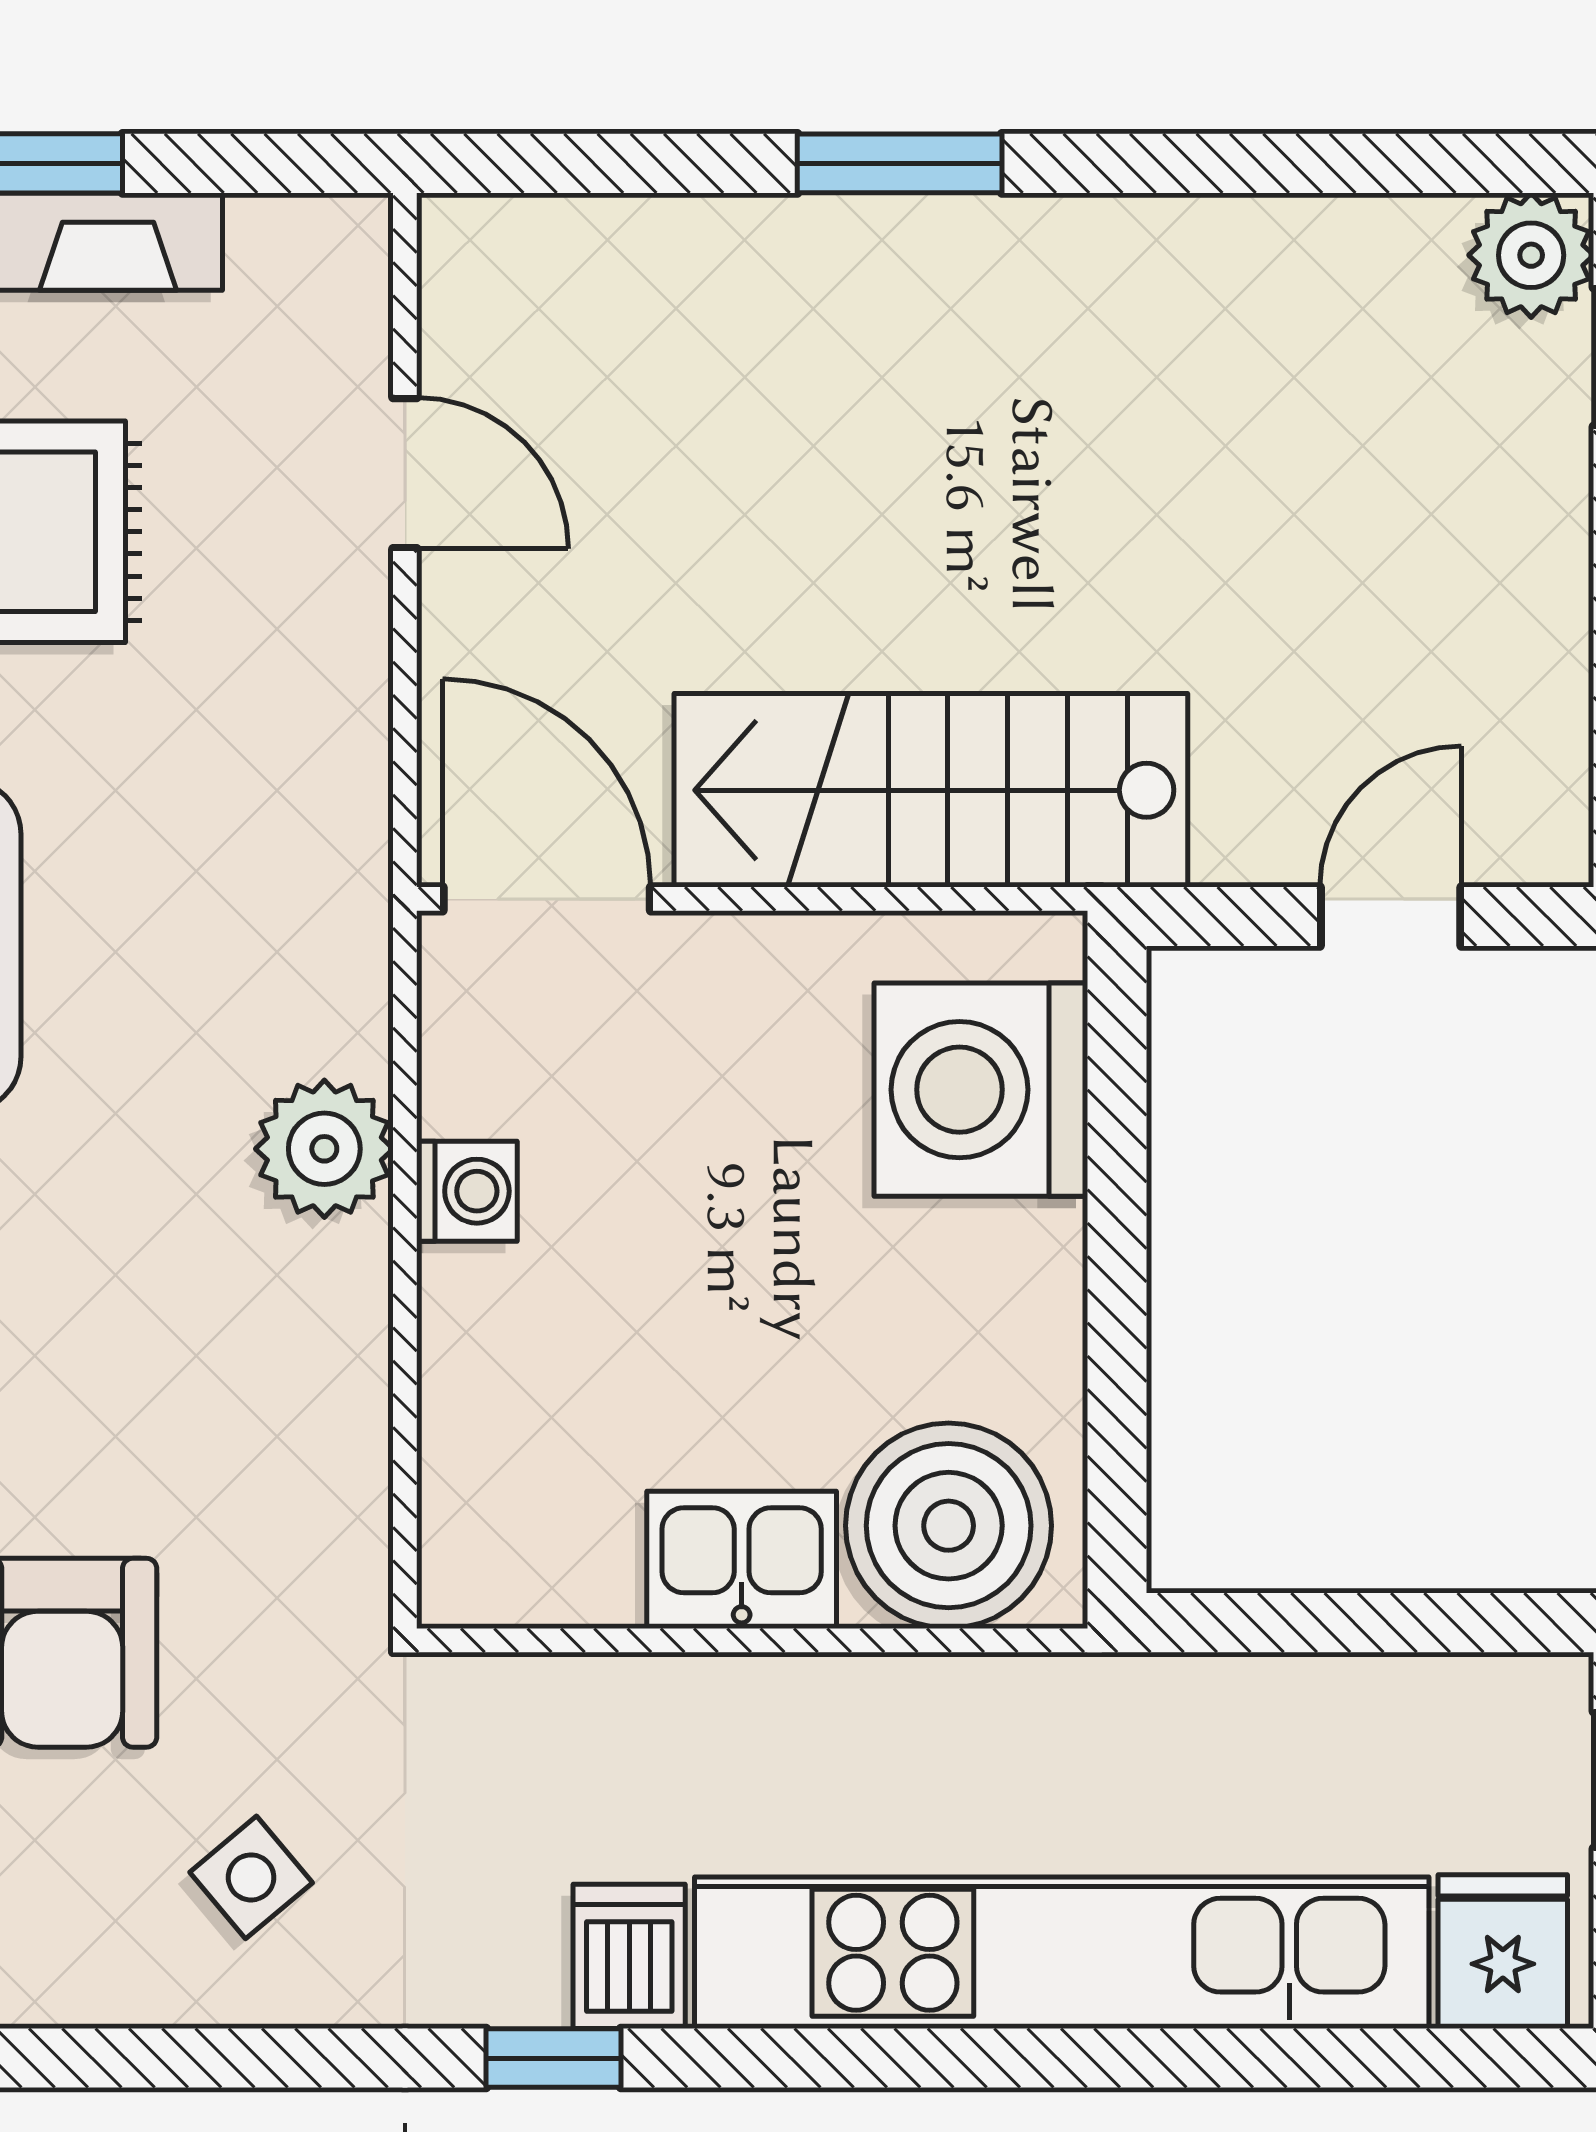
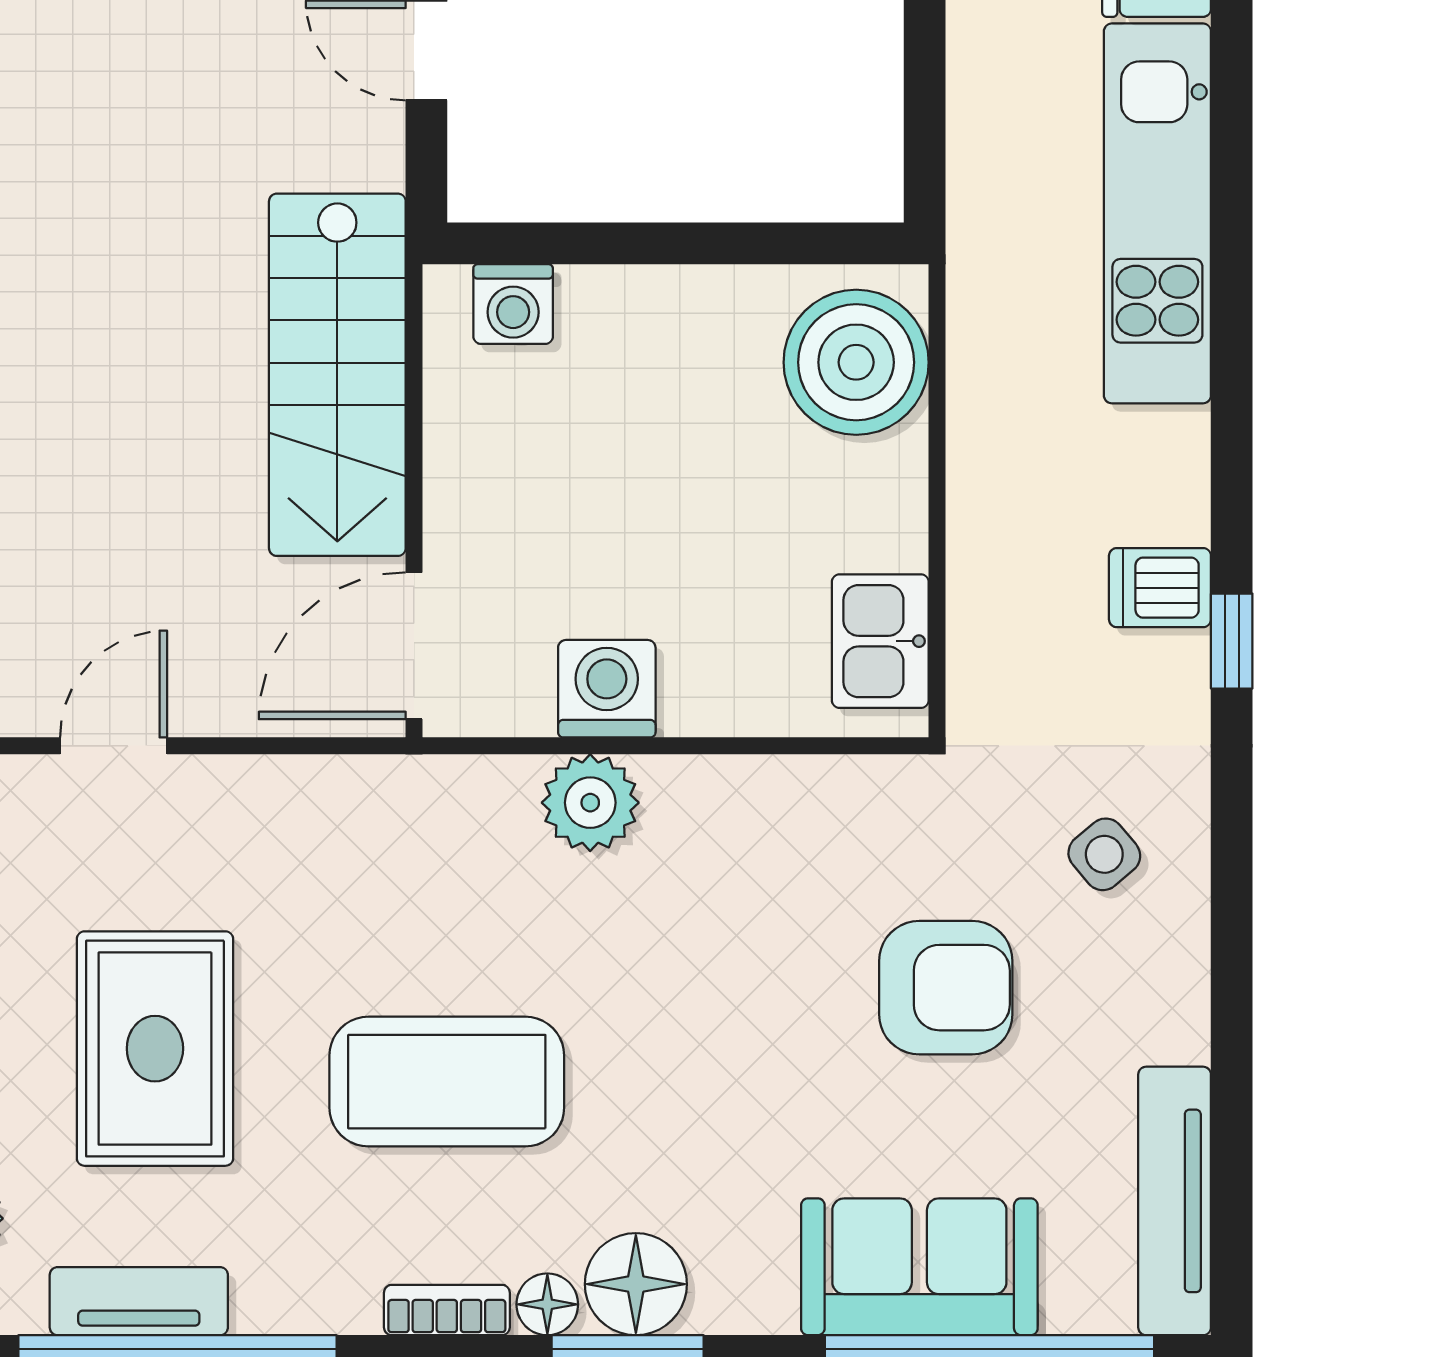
washing machine: (981, 1090) -> (513, 304), width x0.53, depth x0.53
washing machine: (467, 1191) -> (607, 689), width x1.38, depth x1.38
kitchen sink: (742, 1560) -> (880, 641), moved
kitchen unit: (1062, 1953) -> (1157, 213), width x0.73

